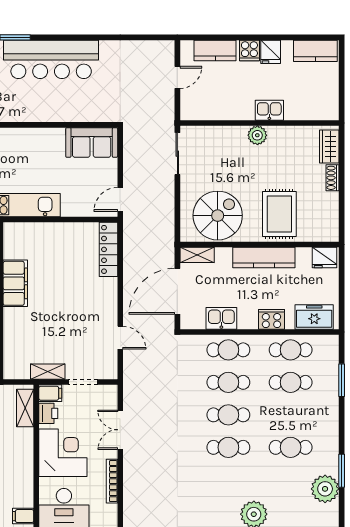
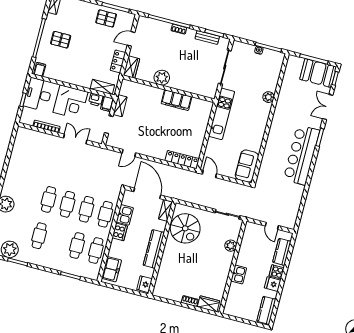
plant: (257, 135) -> (231, 246), moved
rug: (279, 214) -> (177, 265), removed
cooker: (271, 319) -> (120, 232), moved

